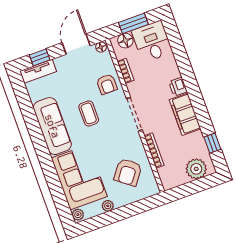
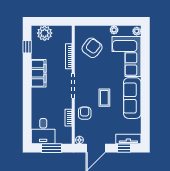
floor lamp: (125, 41) -> (61, 138), removed
printer: (178, 87) -> (37, 94), removed

